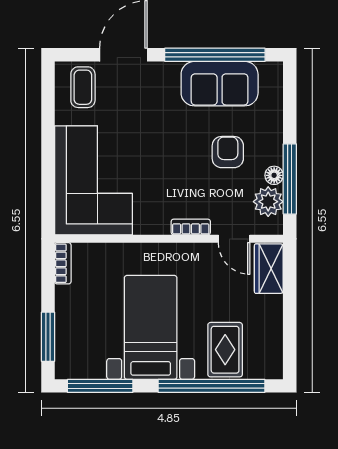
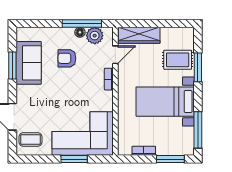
window: (215, 55) -> (12, 65), width x0.47
window: (48, 165) -> (74, 159), added
bookcase: (63, 263) -> (144, 151), moved
wardrobe: (269, 269) -> (139, 35), width x1.50
window: (211, 386) -> (198, 67), width x0.47

